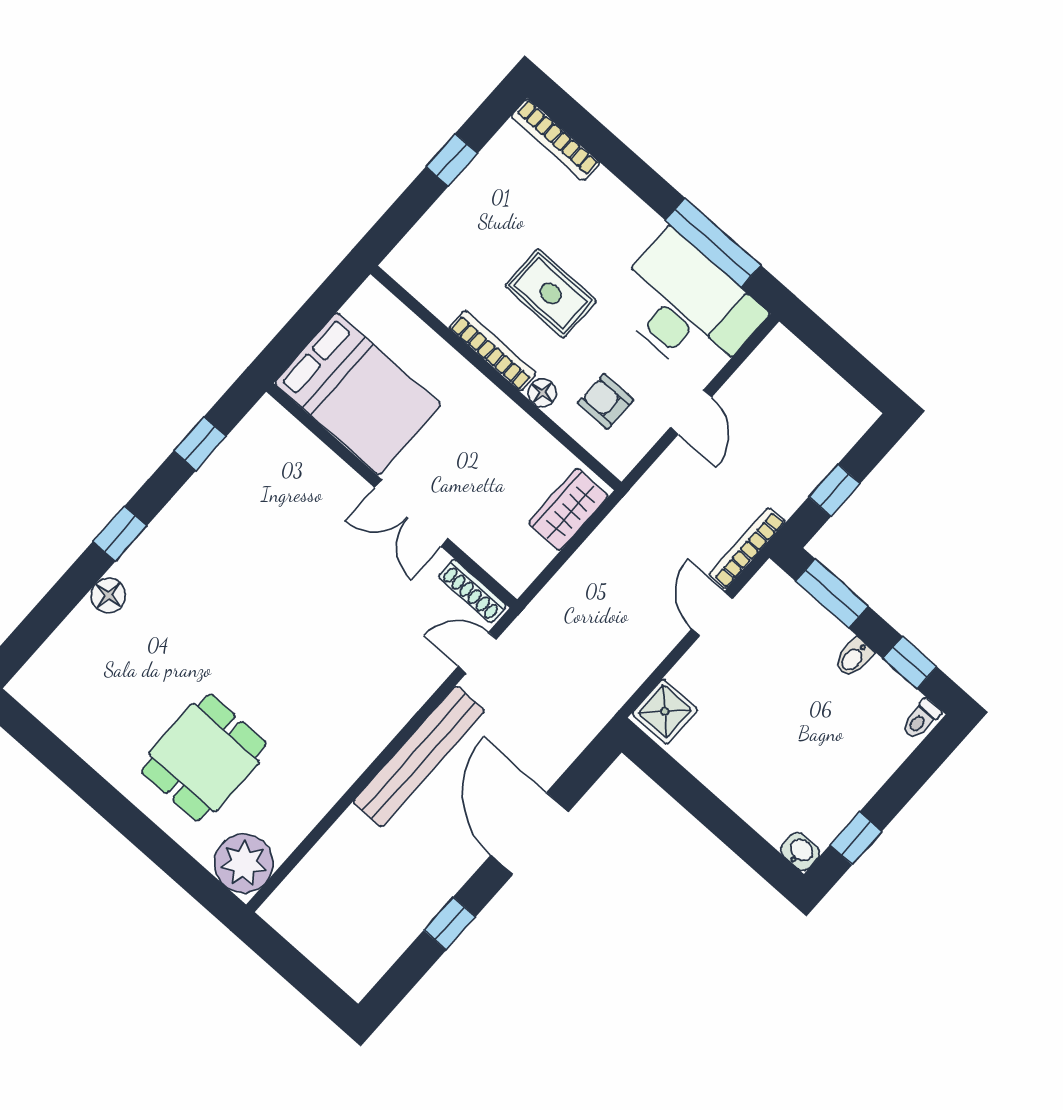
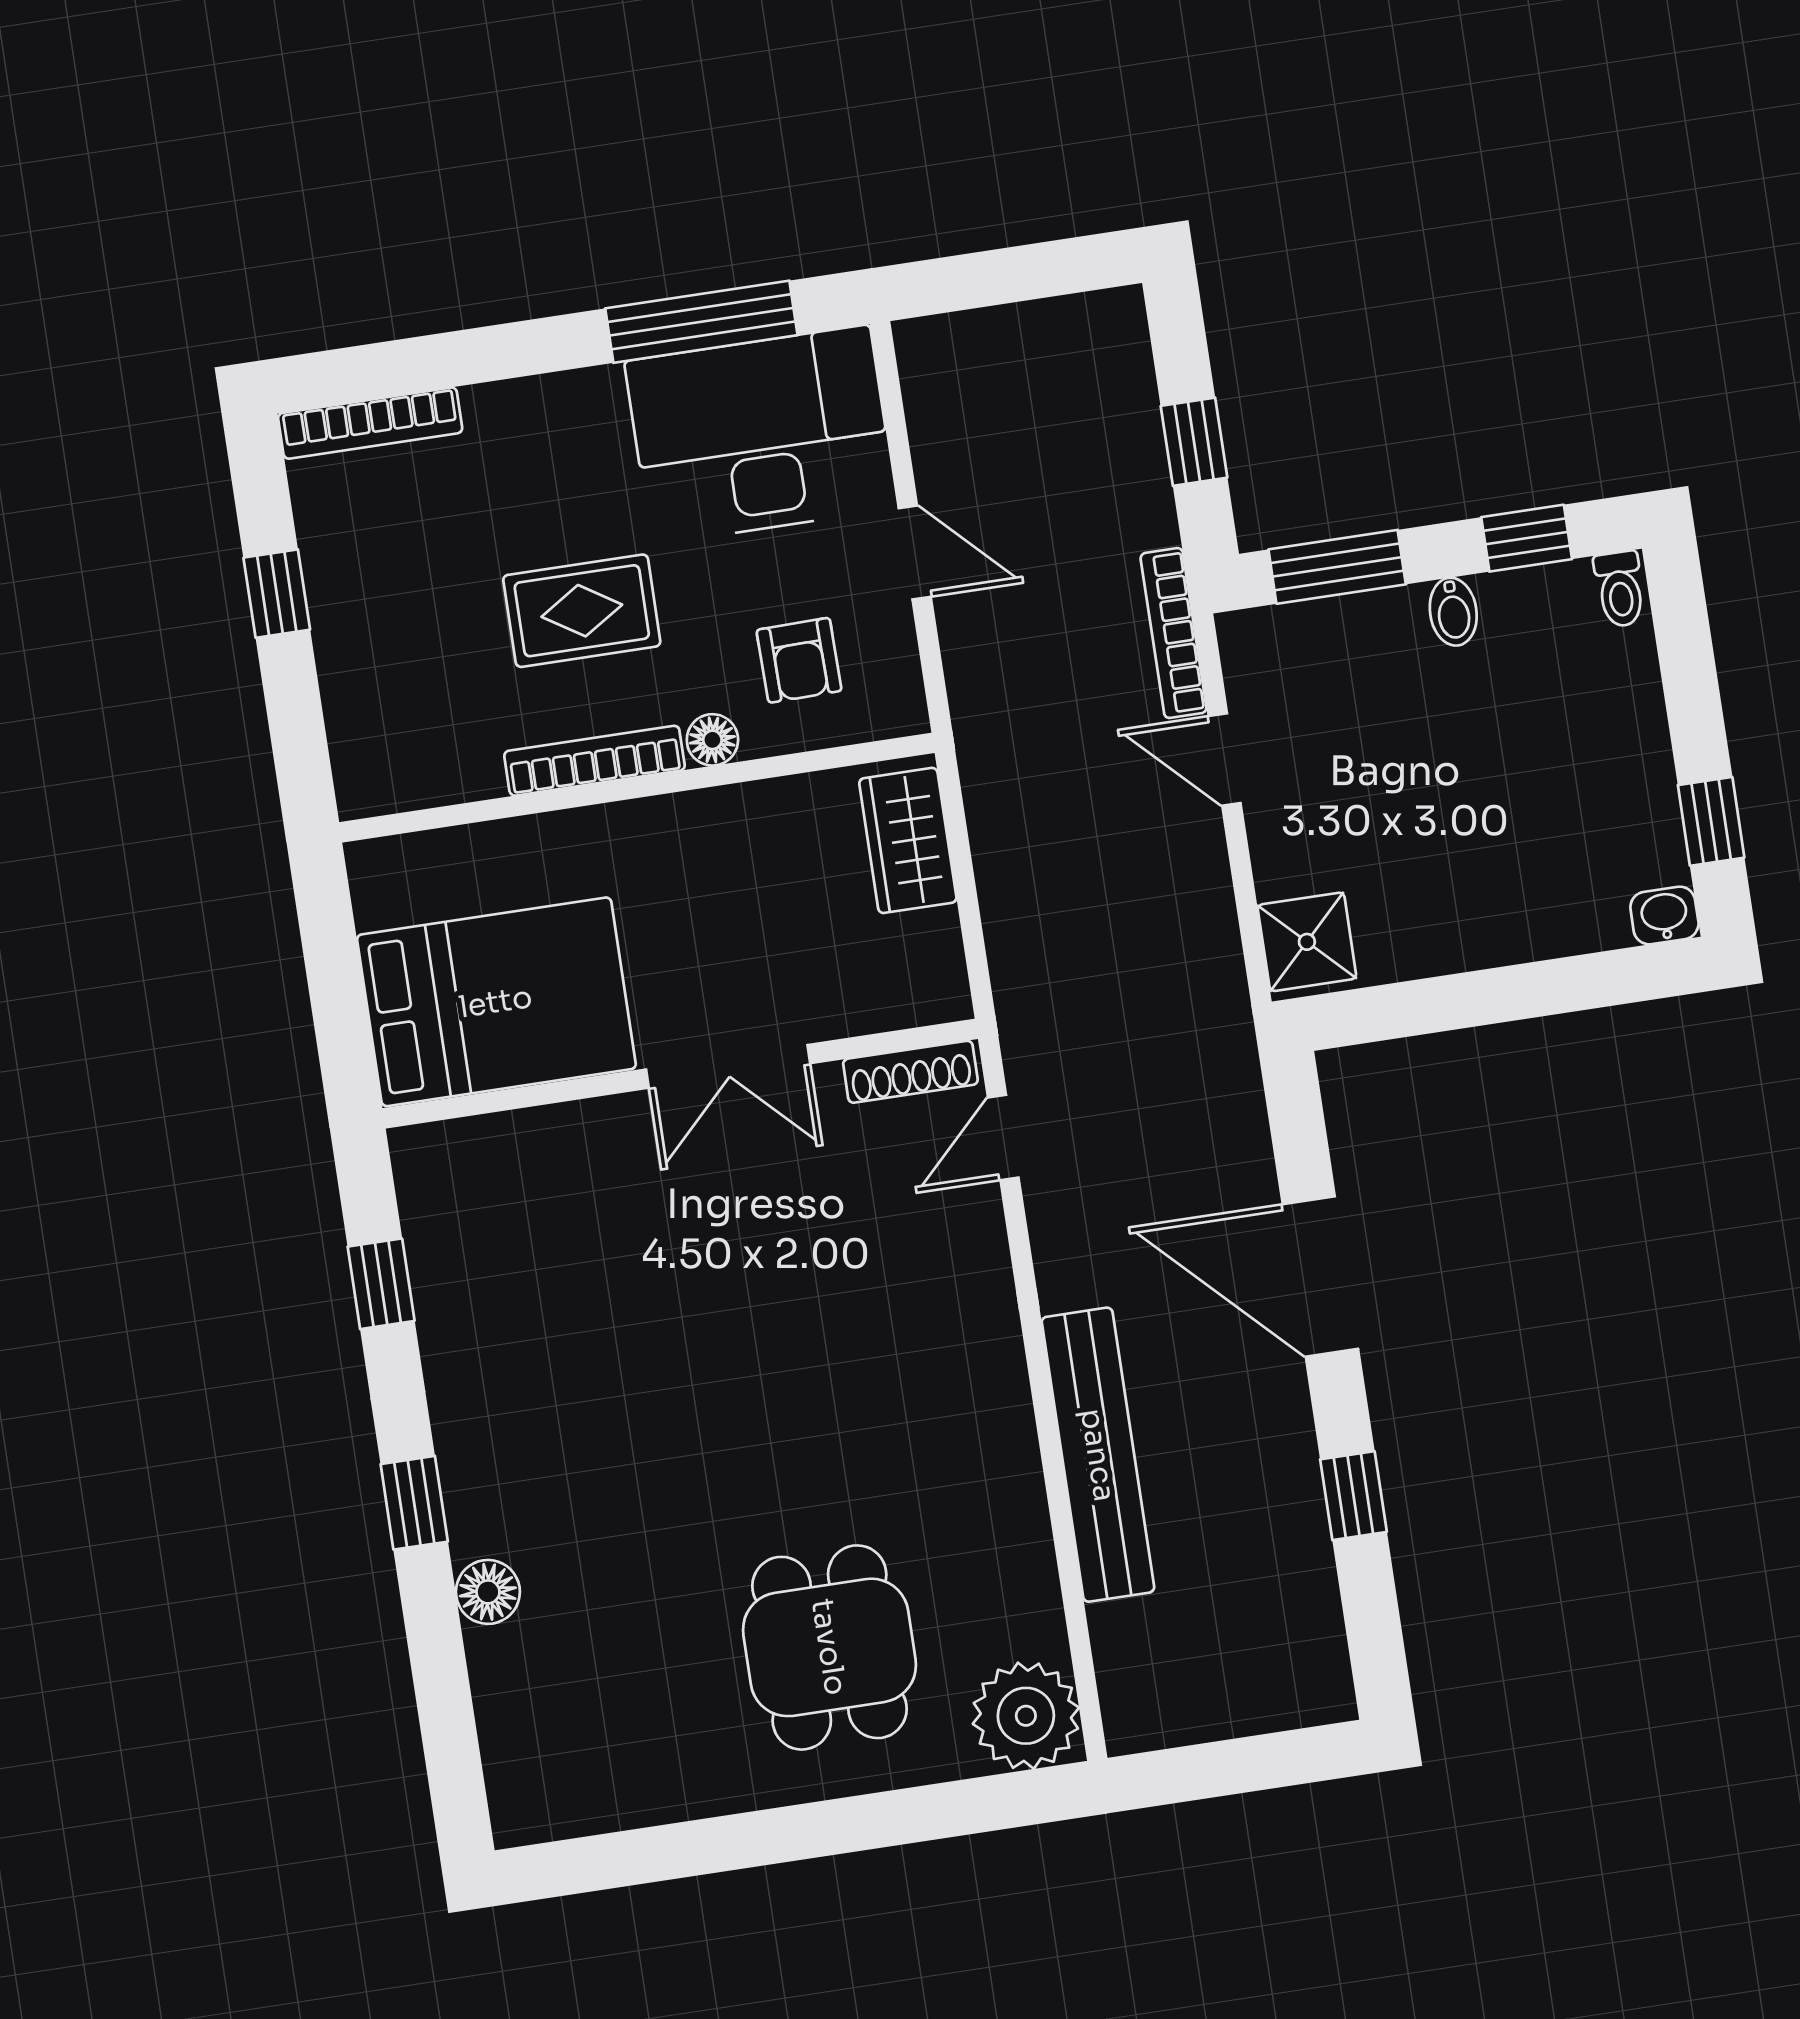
armchair: (606, 401) -> (799, 660), turned -91
bench: (419, 757) -> (1098, 1455), moved

